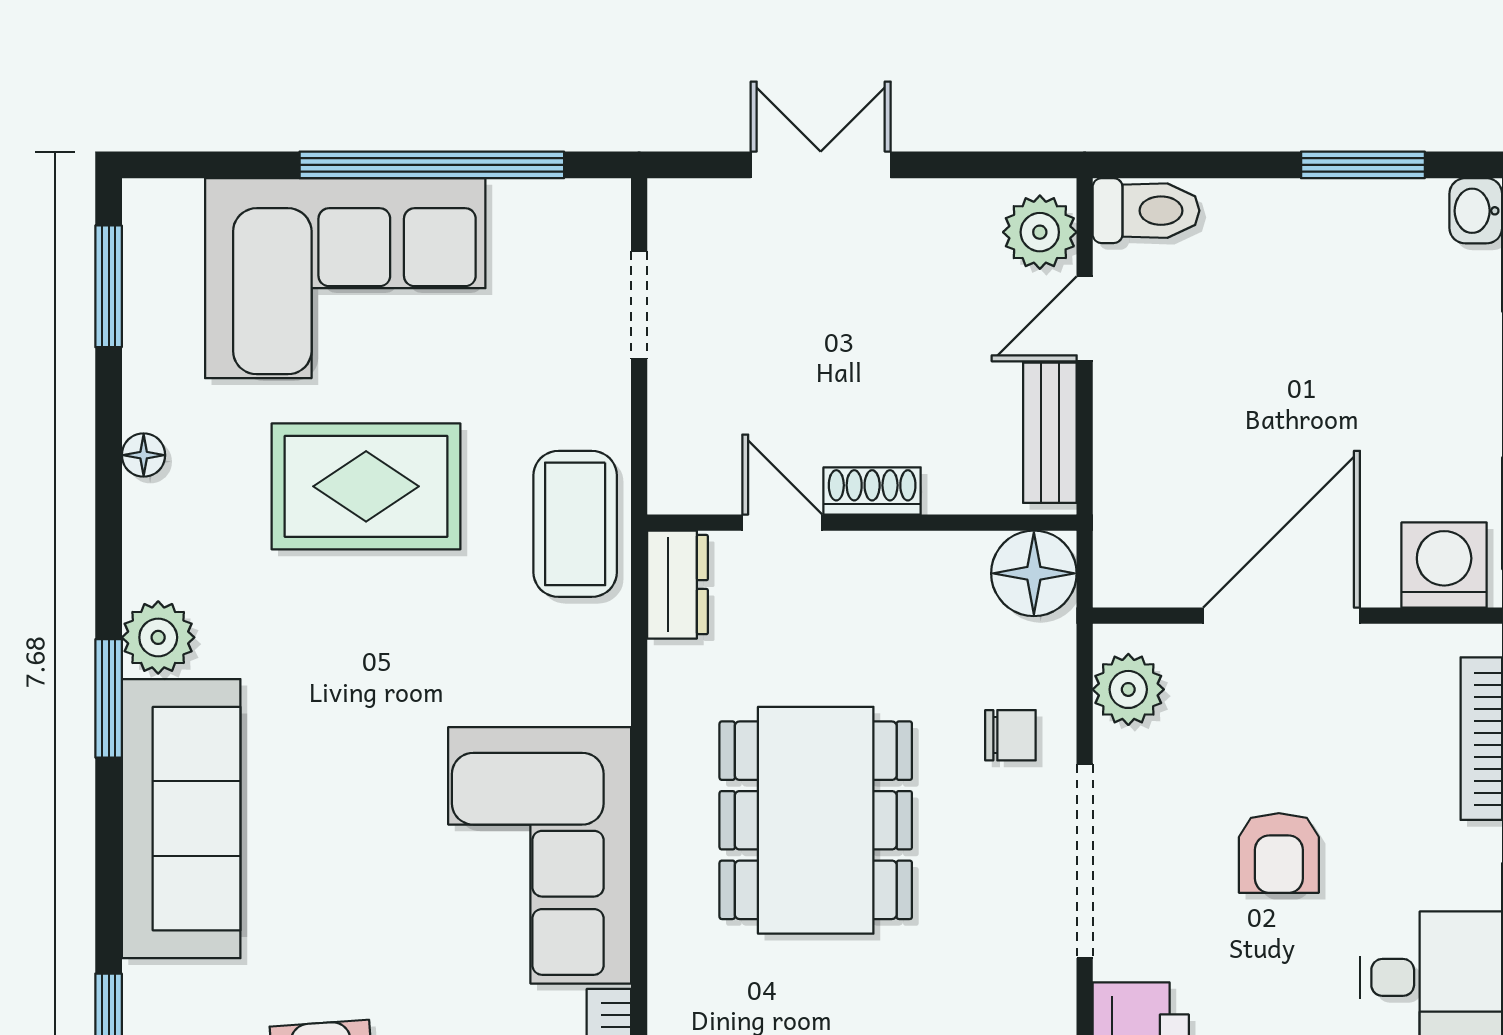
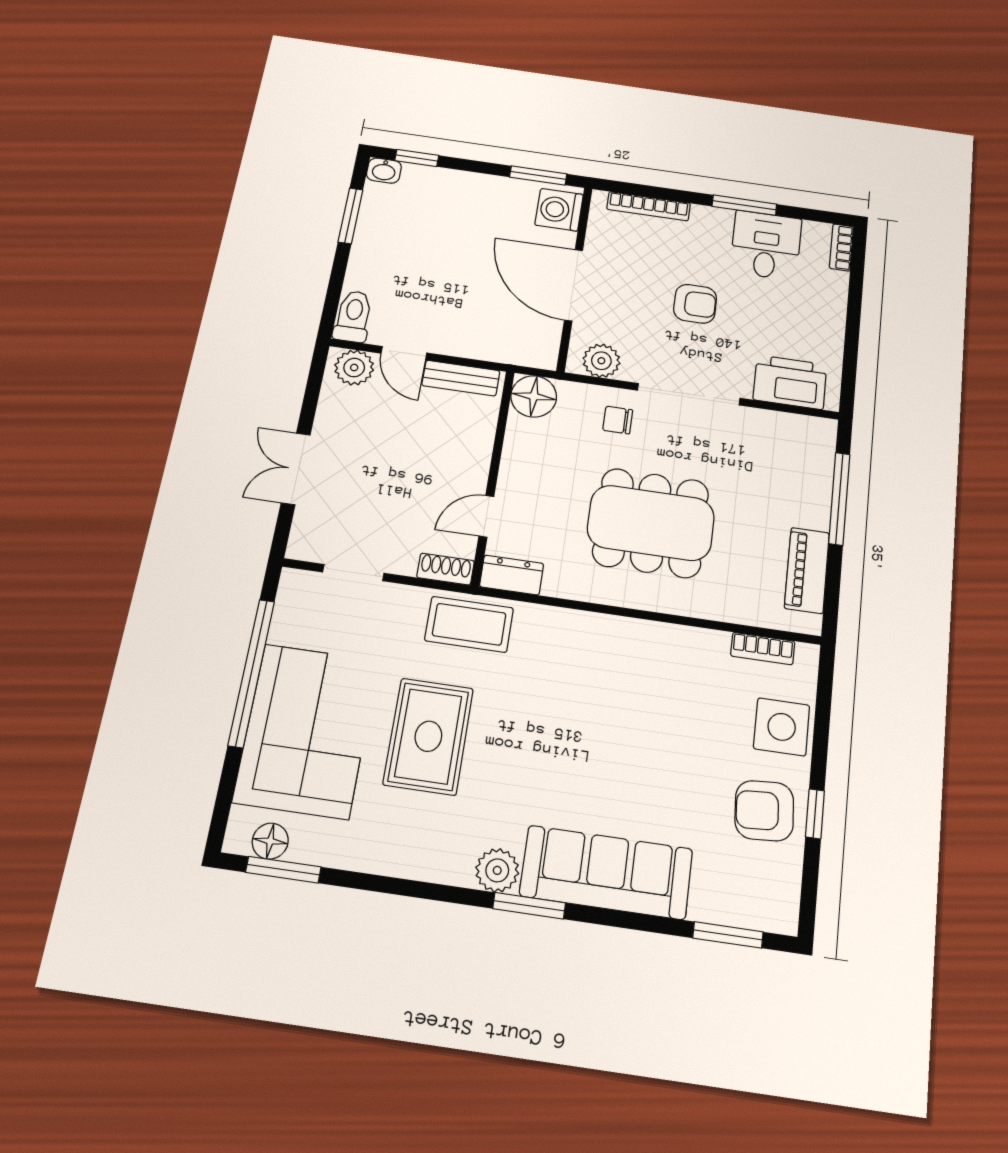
floor lamp: (144, 455) -> (270, 841), moved, width x1.37, depth x1.37
shoe rack: (872, 491) -> (445, 569), moved, turned 90
chair: (1010, 735) -> (618, 420), turned -90
corner sofa: (540, 855) -> (653, 671), removed

